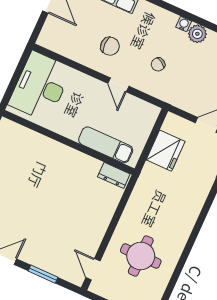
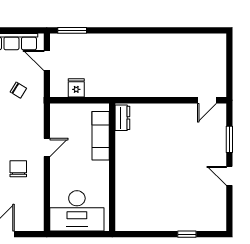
chair: (158, 64) -> (18, 90), moved
fridge: (166, 151) -> (76, 88), width x0.53, depth x0.75
round table: (141, 256) -> (178, 66), removed

